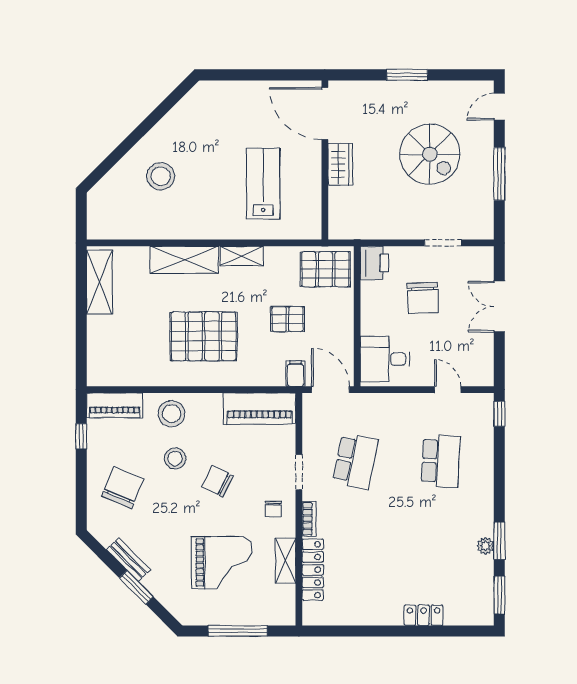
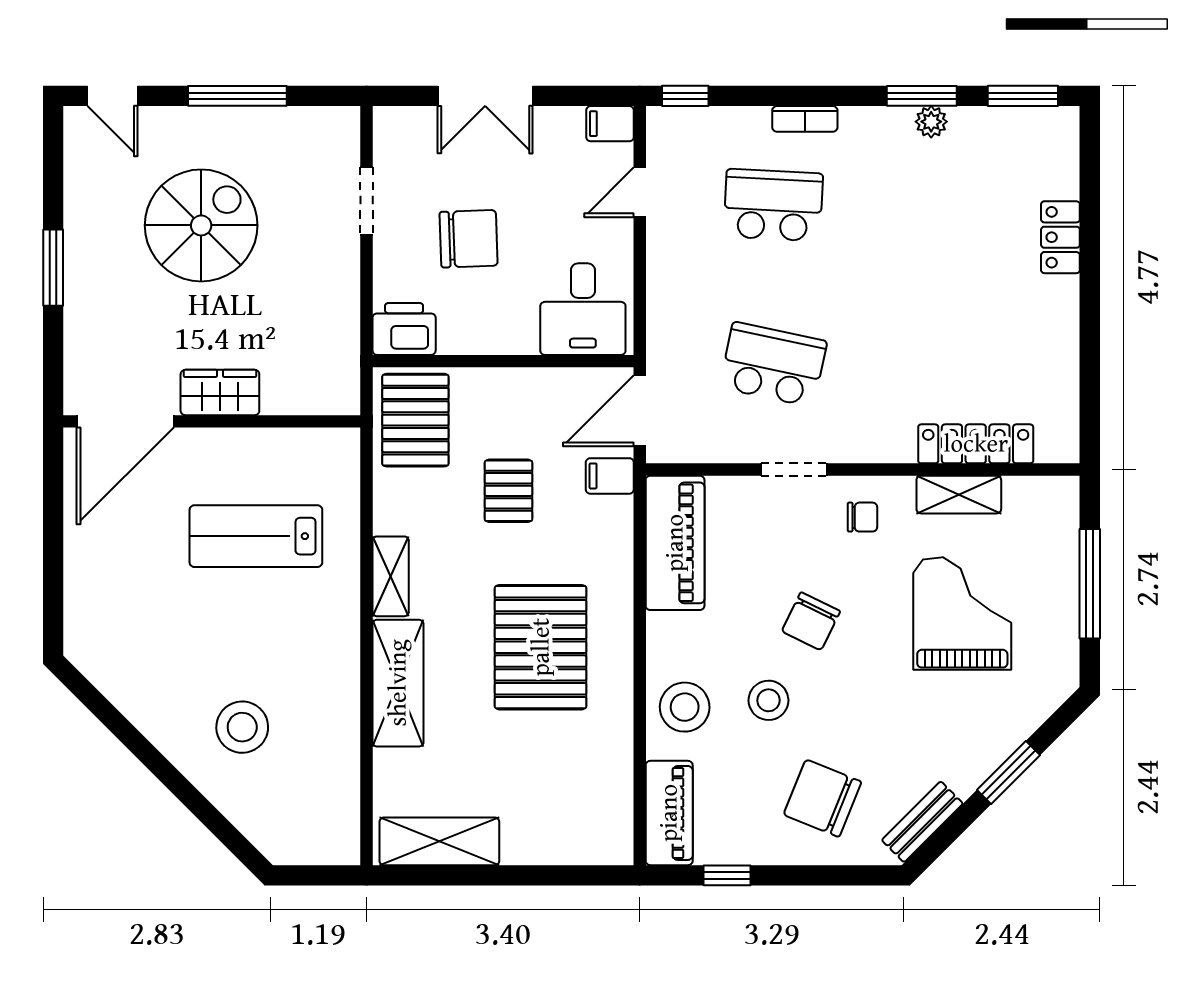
filing cabinet: (484, 374) -> (610, 124), added
bookcase: (309, 519) -> (805, 119), moved, turned 180
bench: (128, 560) -> (922, 822), moved

